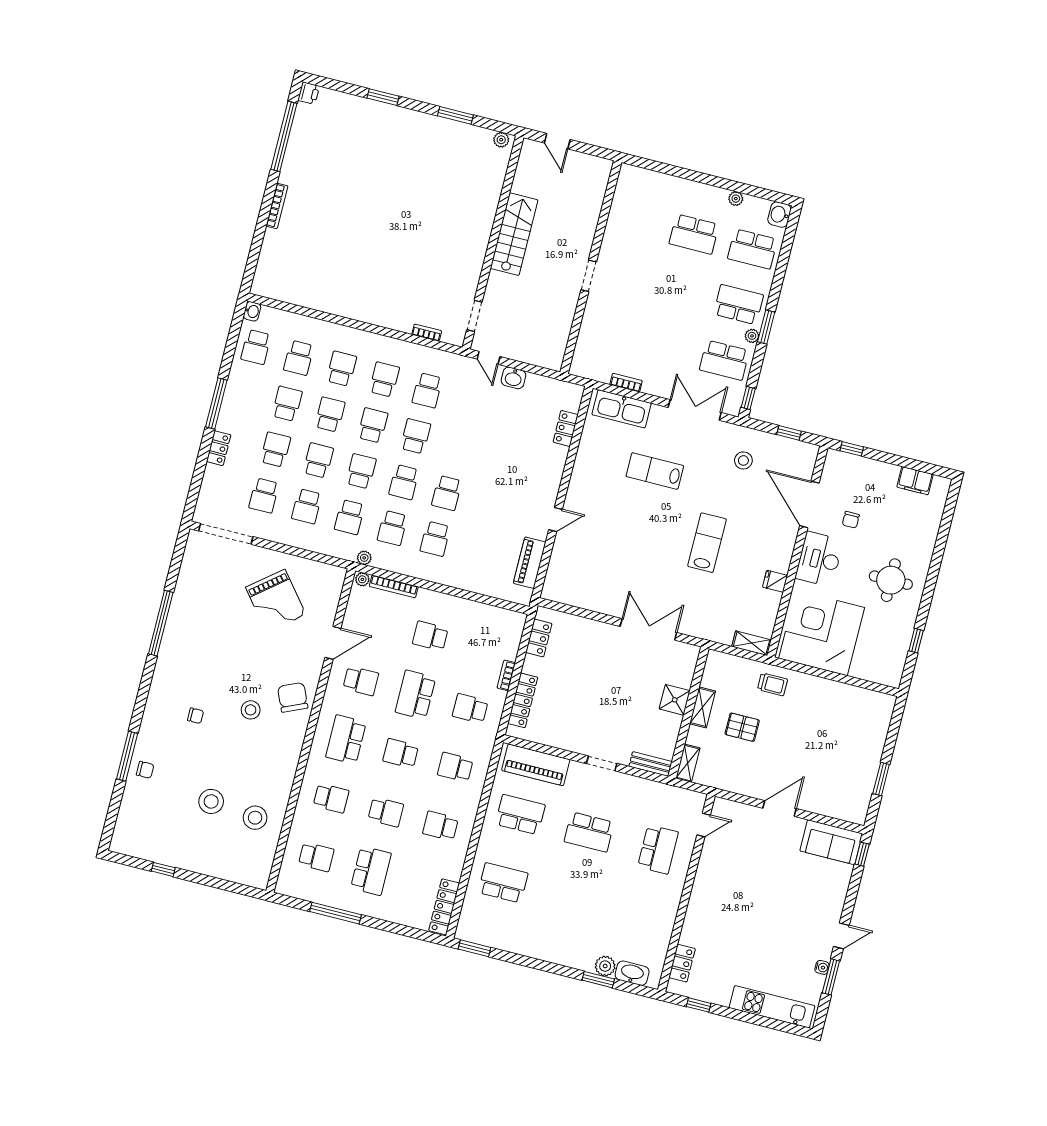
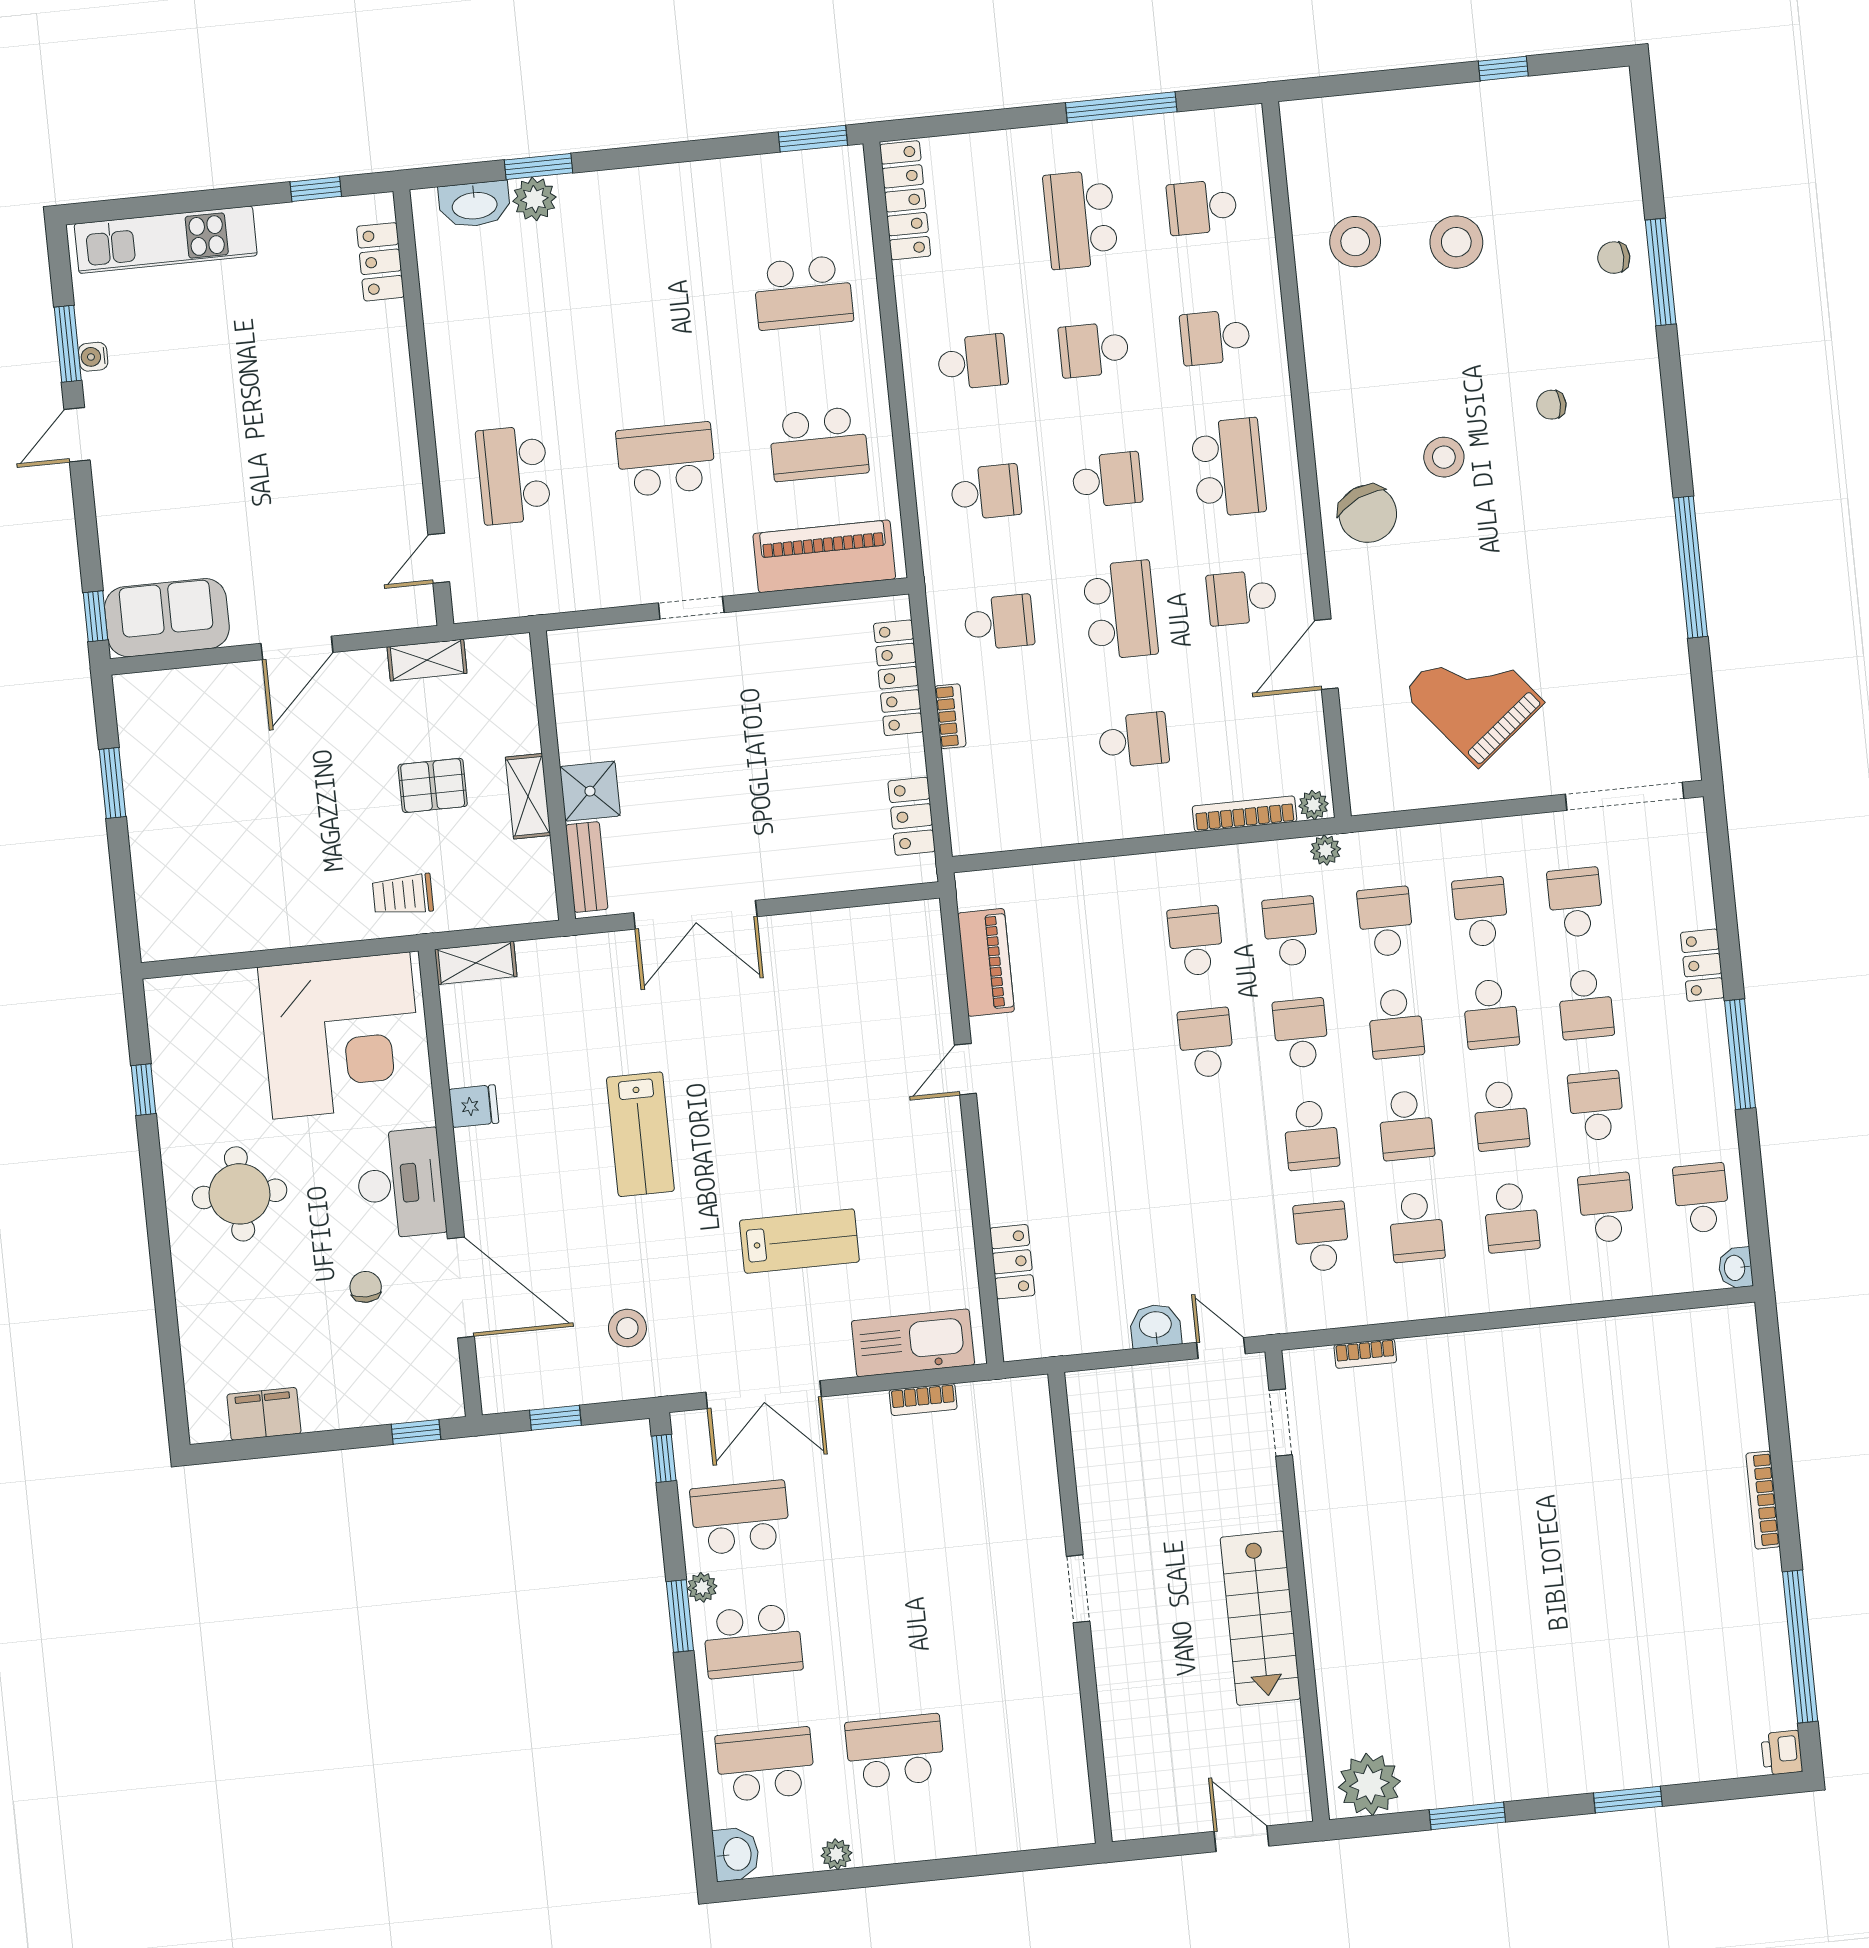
plant: (501, 140) -> (1369, 1784), width x1.87, depth x1.87
school desk: (287, 404) -> (1596, 1106), turned 180
shelving: (688, 763) -> (427, 660), moved, turned 90
bench: (651, 764) -> (587, 867), moved, turned 90

